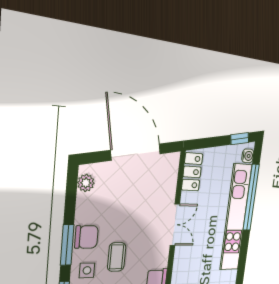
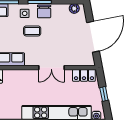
window: (240, 139) -> (104, 94), moved

